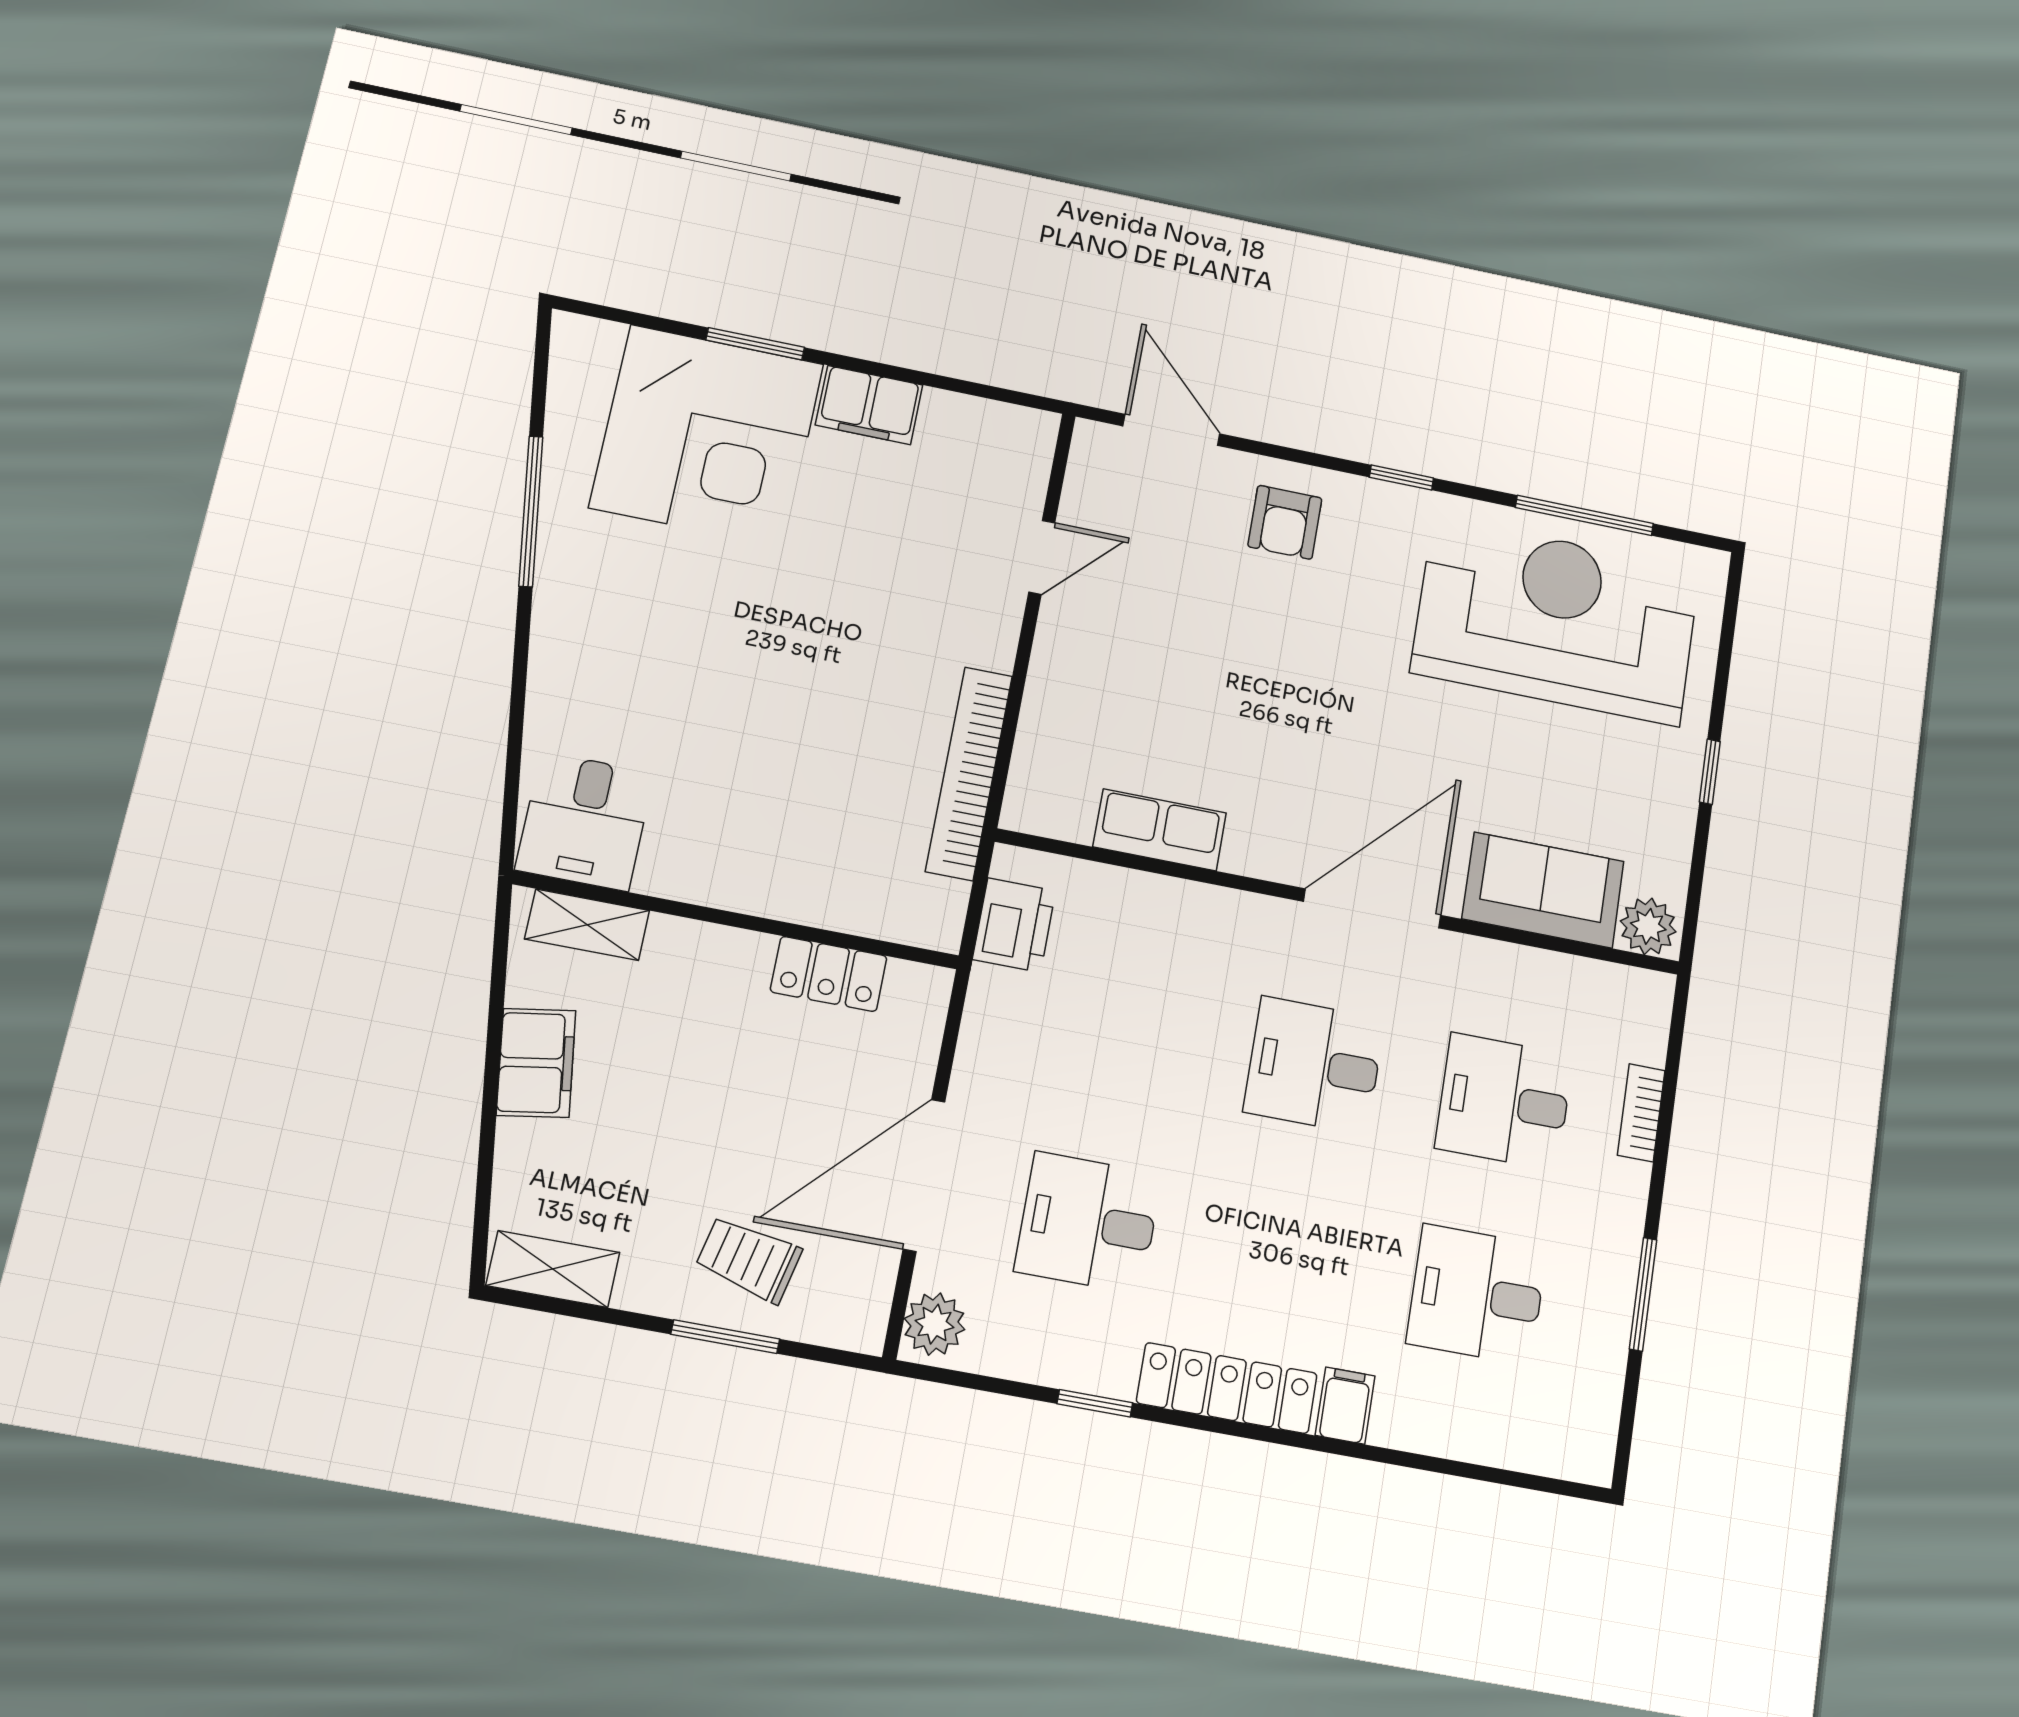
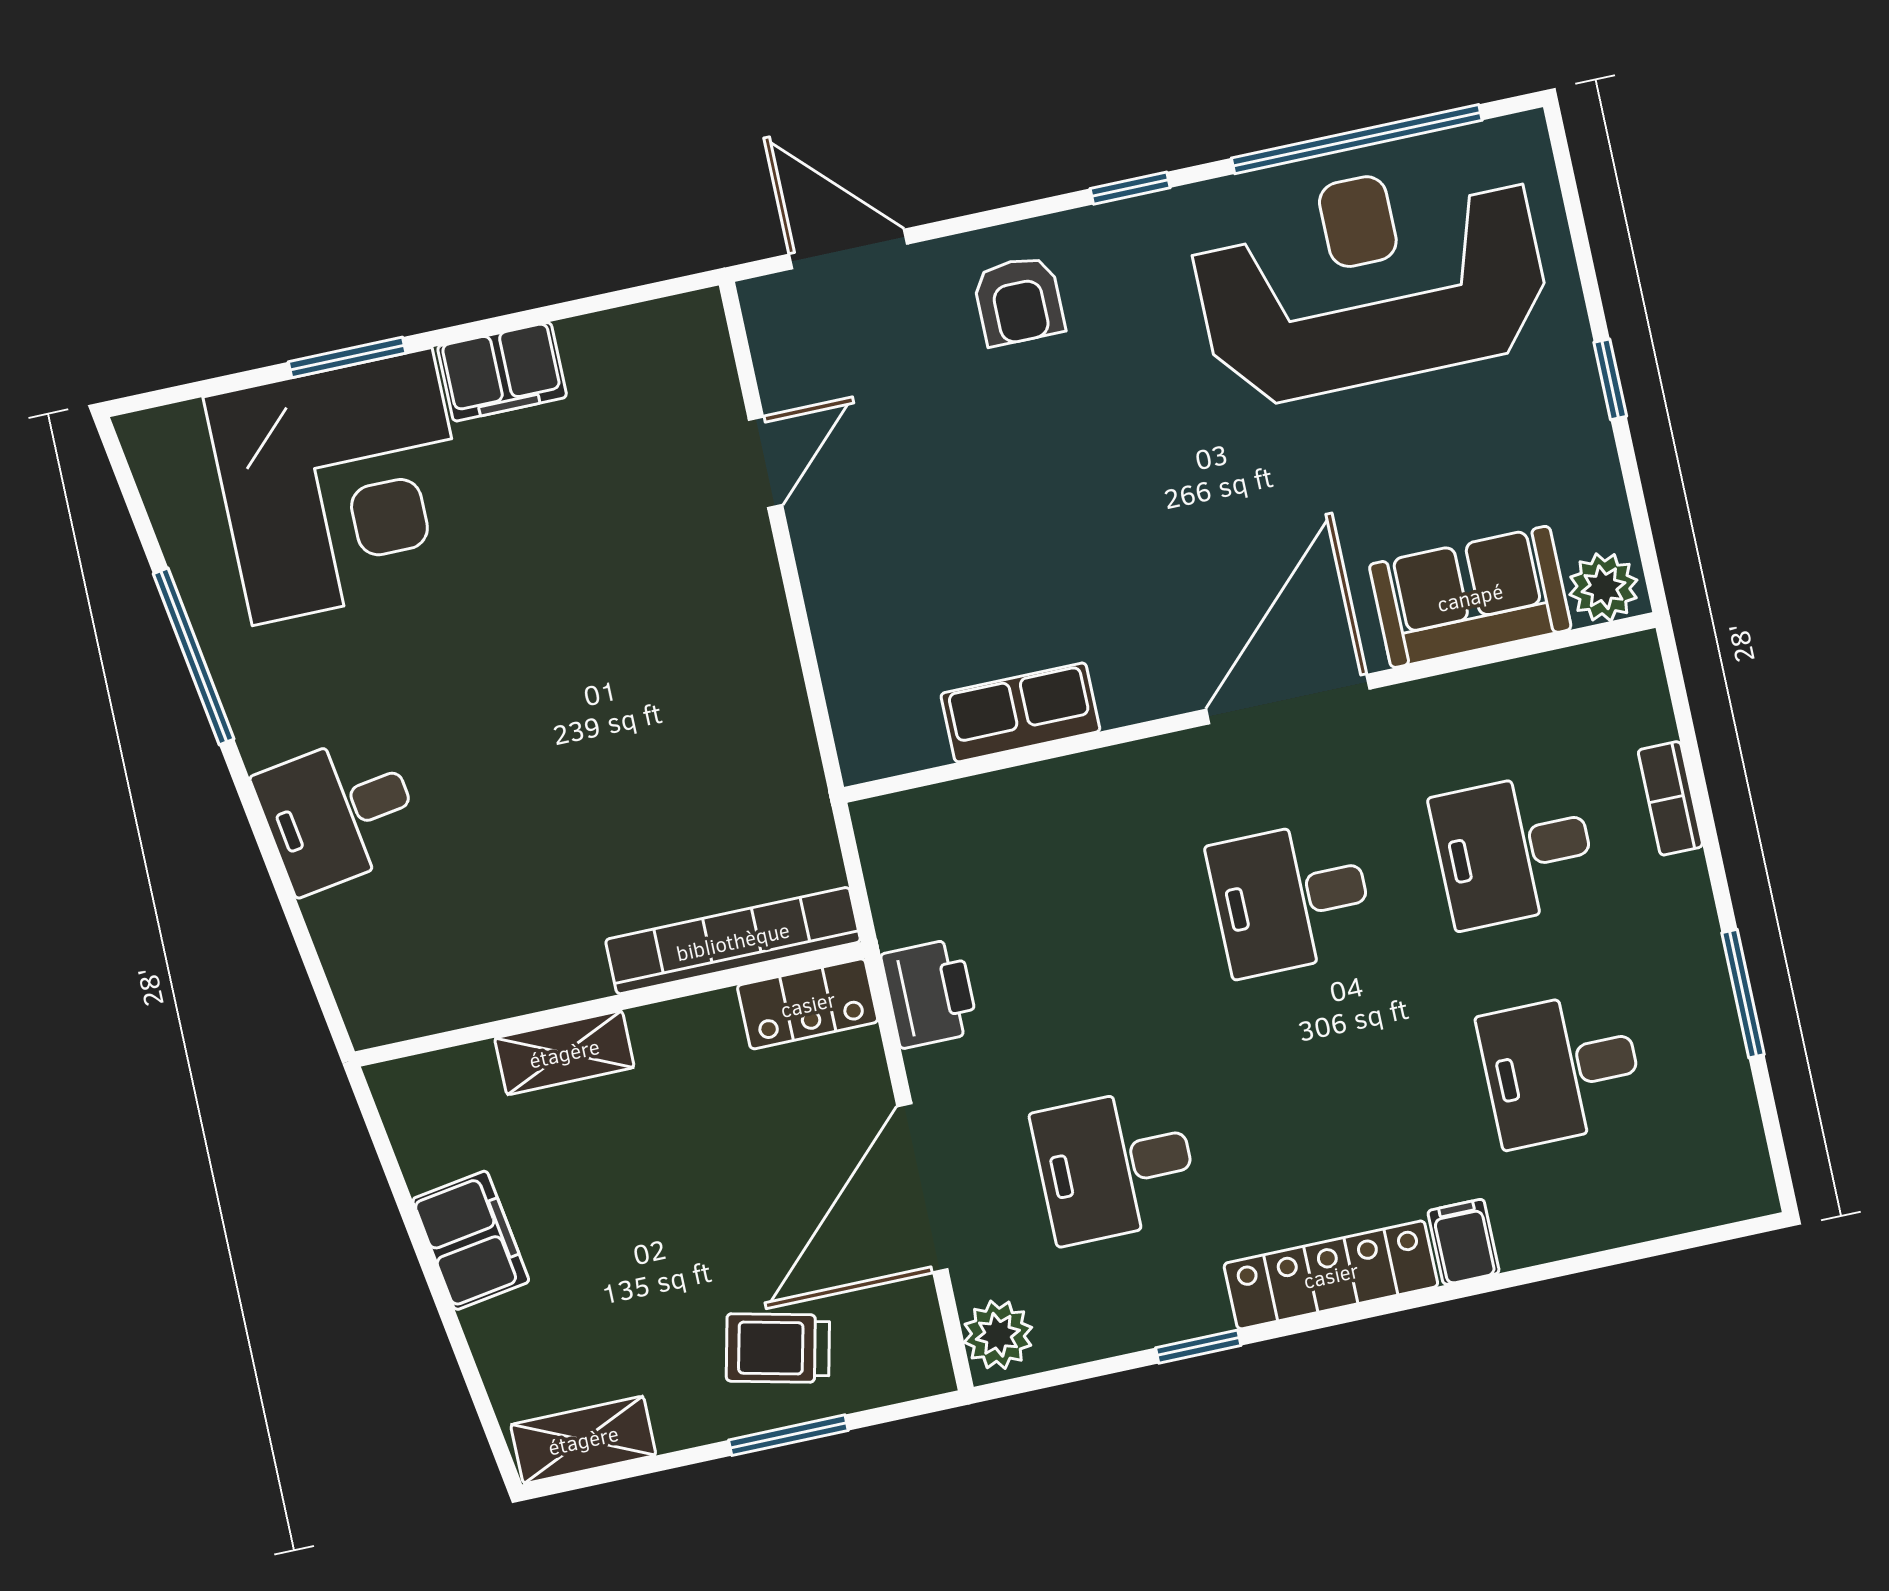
window: (1584, 515) -> (1357, 139), width x1.46
bookcase: (969, 773) -> (733, 941), moved, turned 90
desk: (585, 821) -> (339, 813), moved, turned 81
shelving: (587, 925) -> (564, 1053), moved
printer: (1014, 925) -> (930, 993), moved
locker: (829, 974) -> (808, 1004), moved

